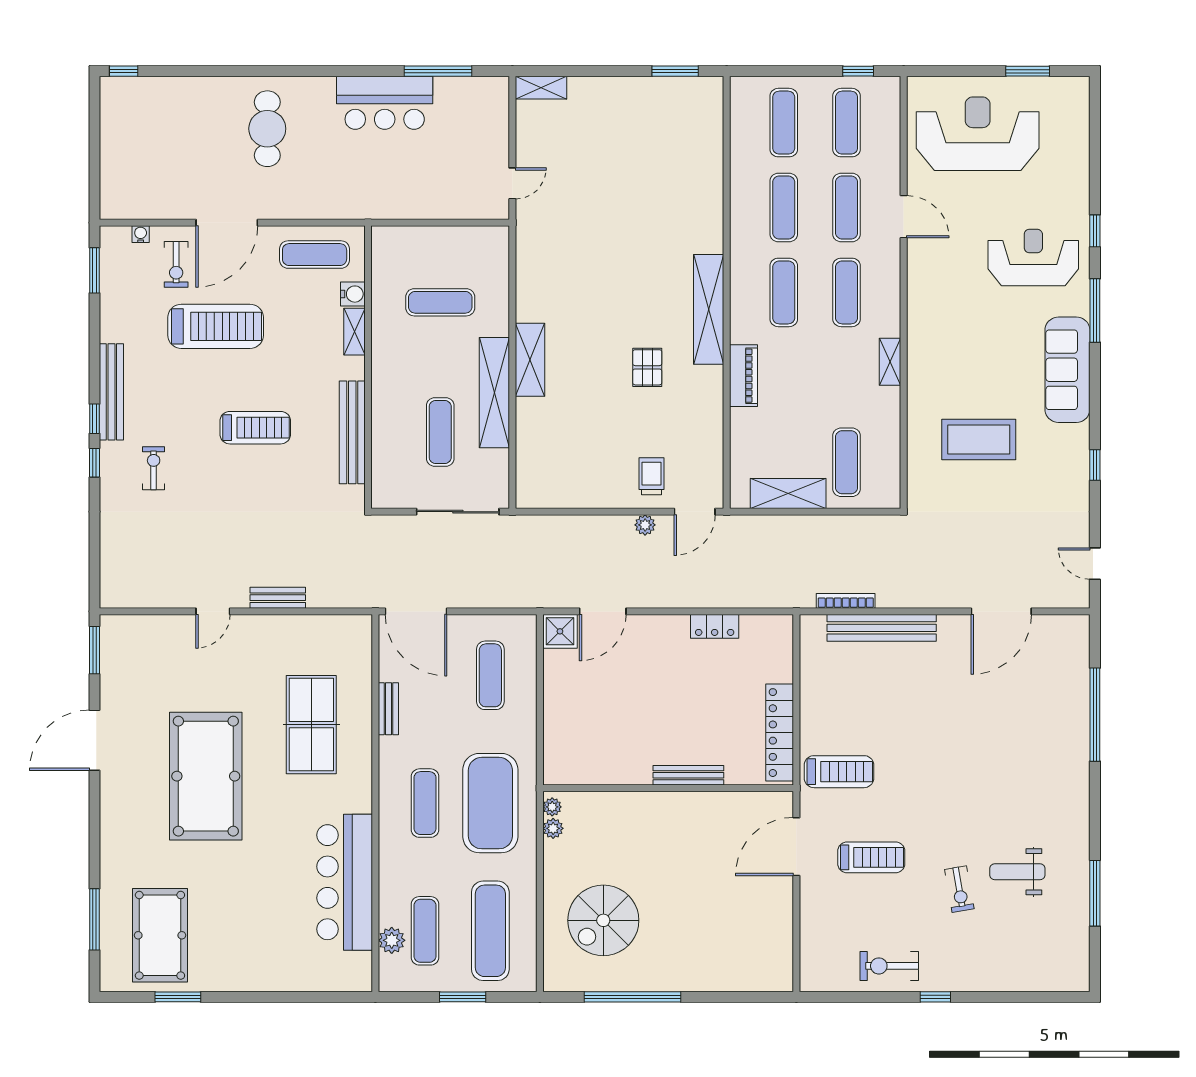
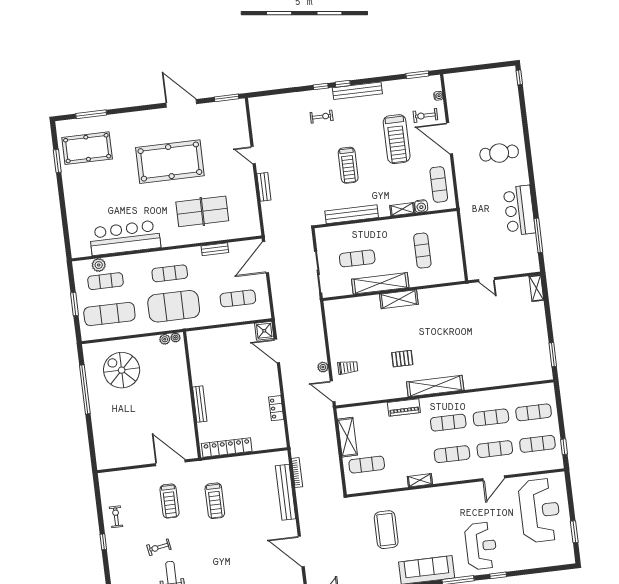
treadmill: (839, 772) -> (215, 501), moved
exercise bike: (889, 966) -> (116, 517), width x0.73, depth x0.72

